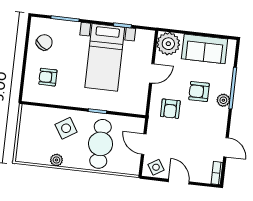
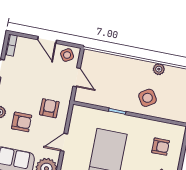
cafe table: (101, 144) -> (117, 81), removed

